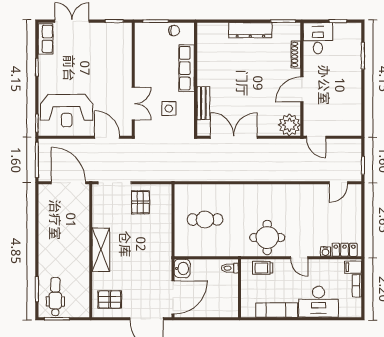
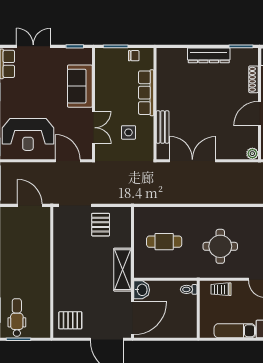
sofa: (119, 61) -> (80, 86), added
plant: (289, 125) -> (252, 154), width x0.53, depth x0.53
door: (68, 183) -> (30, 205), width x0.73
round table: (267, 237) -> (220, 246), moved
shelving: (101, 250) -> (123, 270), moved

